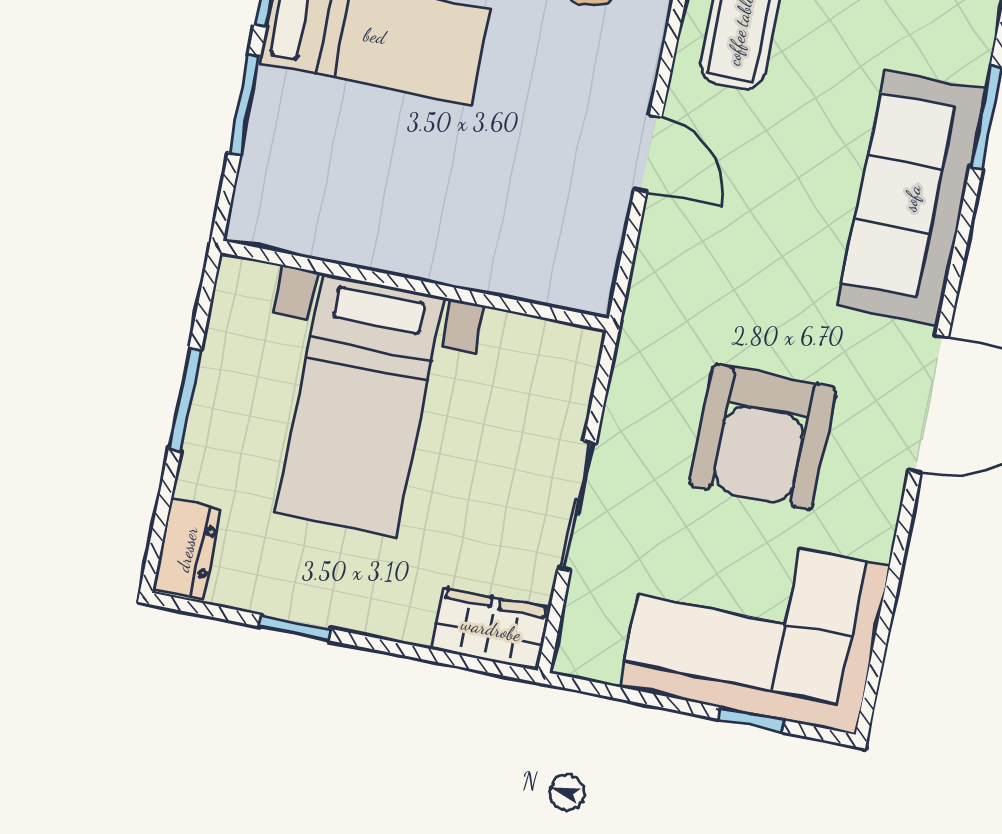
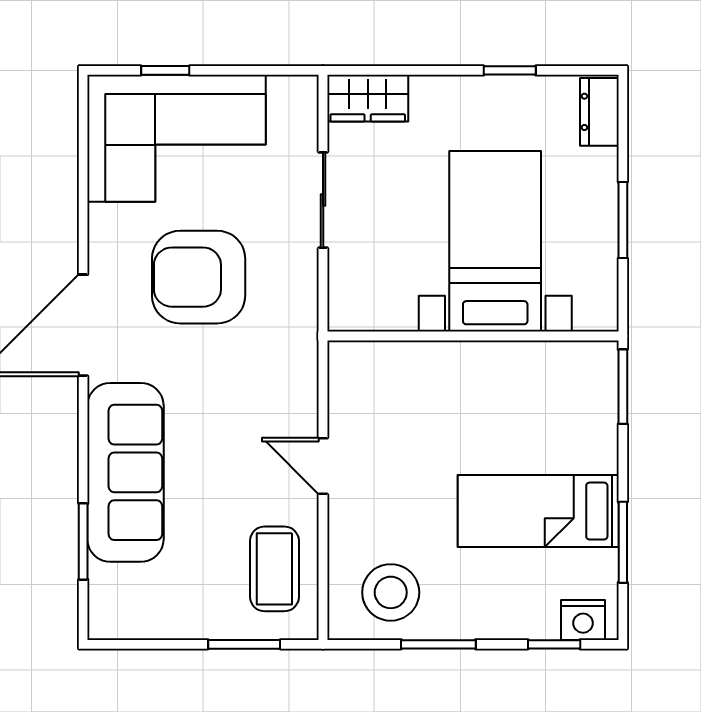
window: (244, 105) -> (623, 387), moved
armchair: (763, 437) -> (199, 277), turned -90

